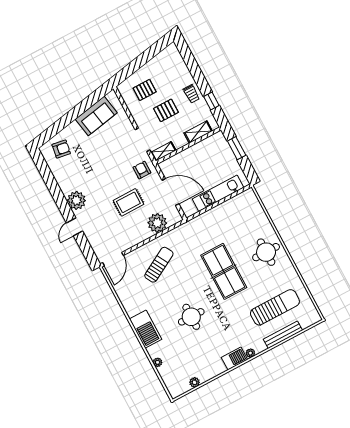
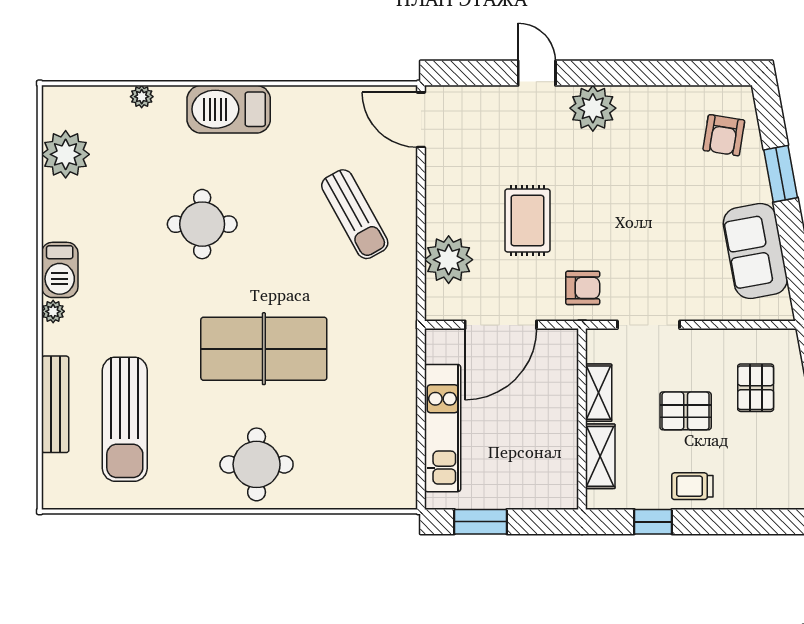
pallet: (166, 110) -> (686, 411), turned 90
window: (64, 122) -> (781, 174), added
window: (237, 148) -> (481, 522), moved
shelving: (163, 151) -> (599, 393), moved
plant: (194, 382) -> (66, 154), width x1.87, depth x1.87

